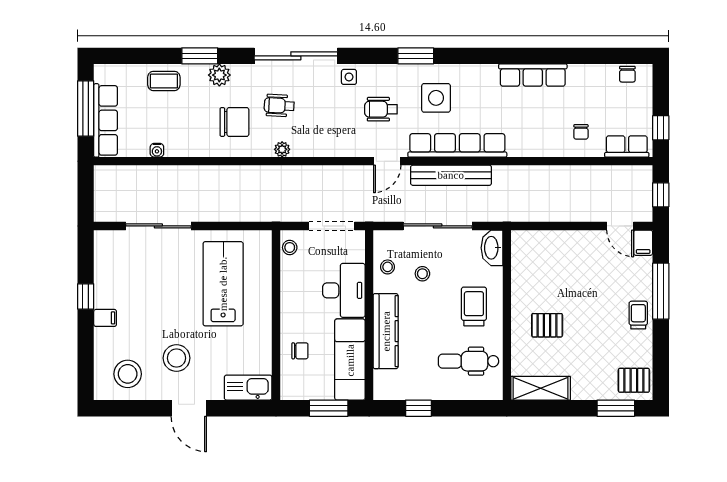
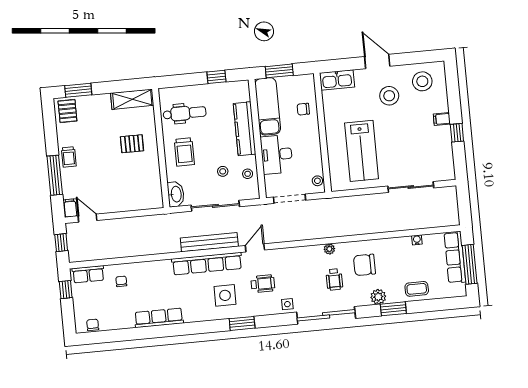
wheelchair: (279, 106) -> (334, 279), turned 87
pallet: (634, 380) -> (67, 111), turned 90

